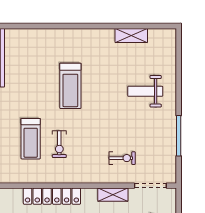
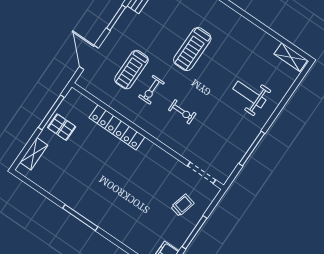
shelving: (131, 35) -> (291, 57), moved
exercise bike: (122, 158) -> (182, 112), moved
shelving: (113, 195) -> (167, 160), removed

